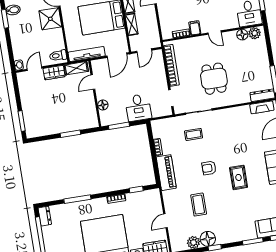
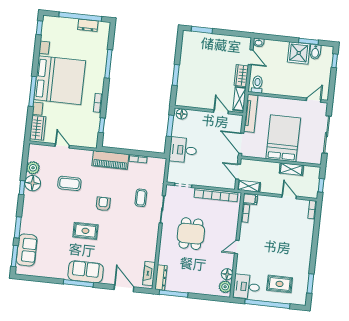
shower: (50, 19) -> (299, 53), moved
shelving: (132, 24) -> (249, 186), moved
filing cabinet: (195, 28) -> (250, 199), moved
dining table: (214, 79) -> (191, 234), turned 90
floor lamp: (103, 105) -> (182, 114), moved
dresser: (45, 216) -> (88, 25), moved

